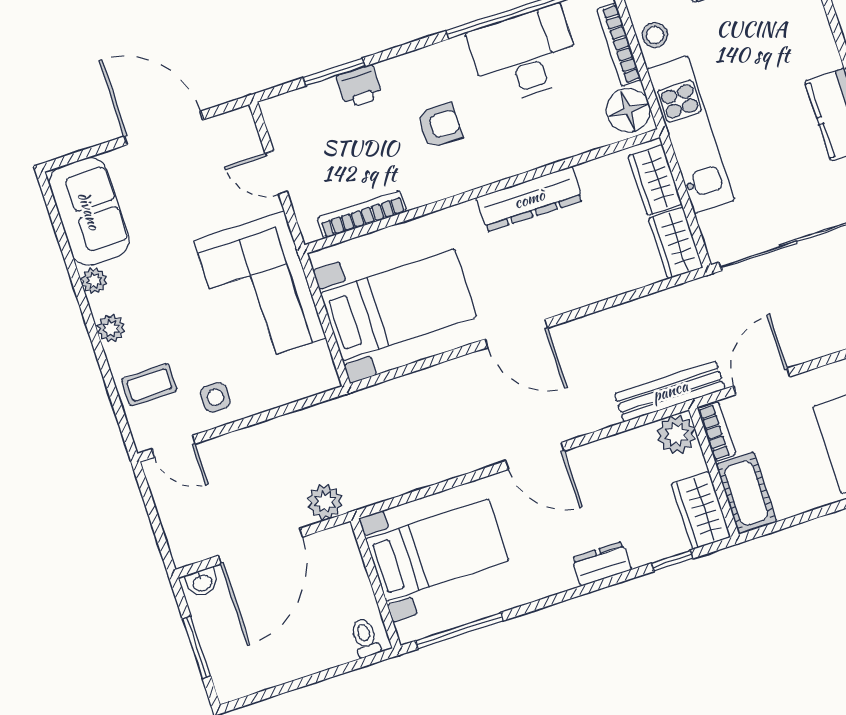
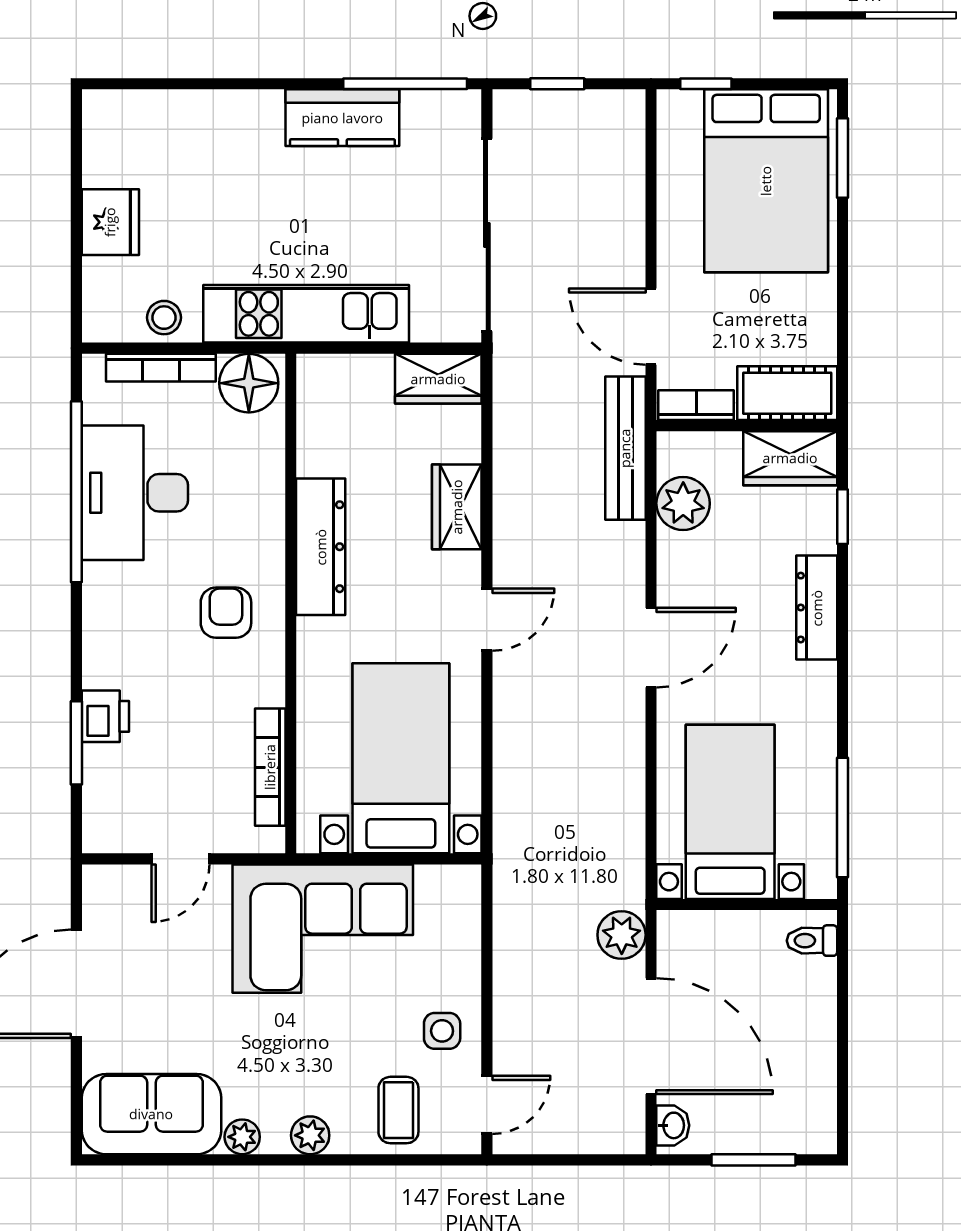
armchair: (440, 125) -> (226, 613), moved
wardrobe: (655, 180) -> (457, 507), moved, turned 90
door: (516, 333) -> (487, 620), width x0.73
plant: (676, 434) -> (683, 503), moved
dresser: (602, 564) -> (817, 608), width x1.44

